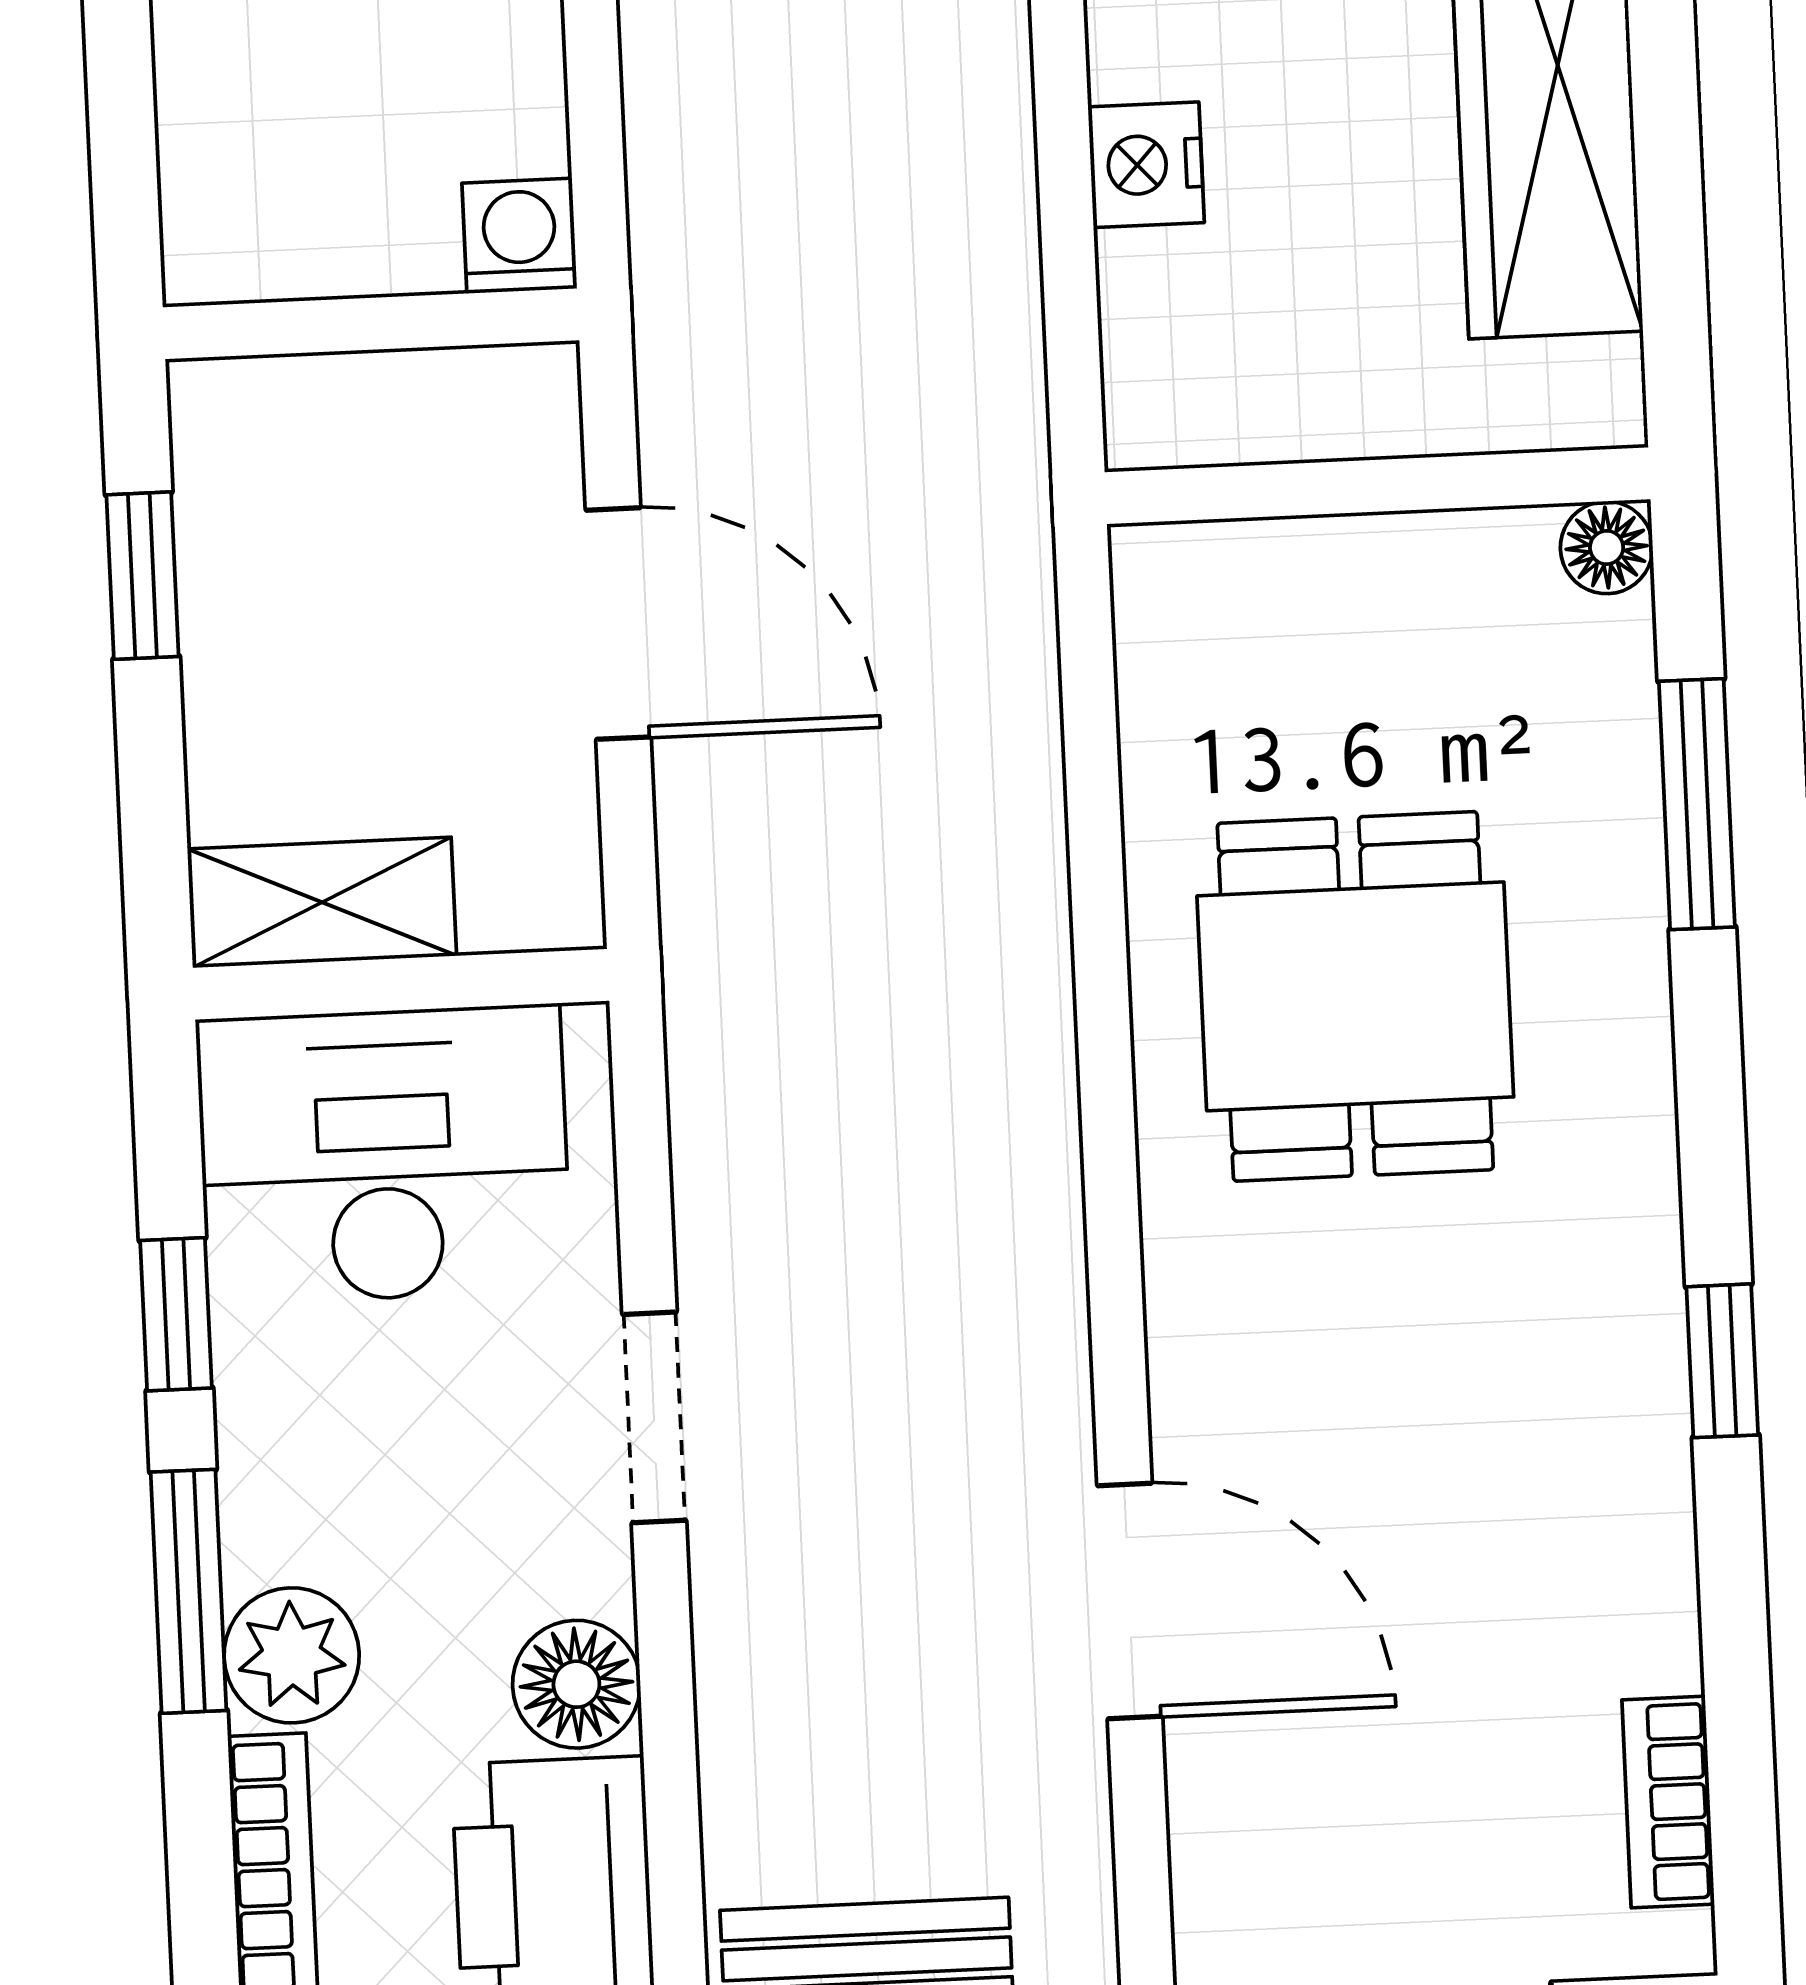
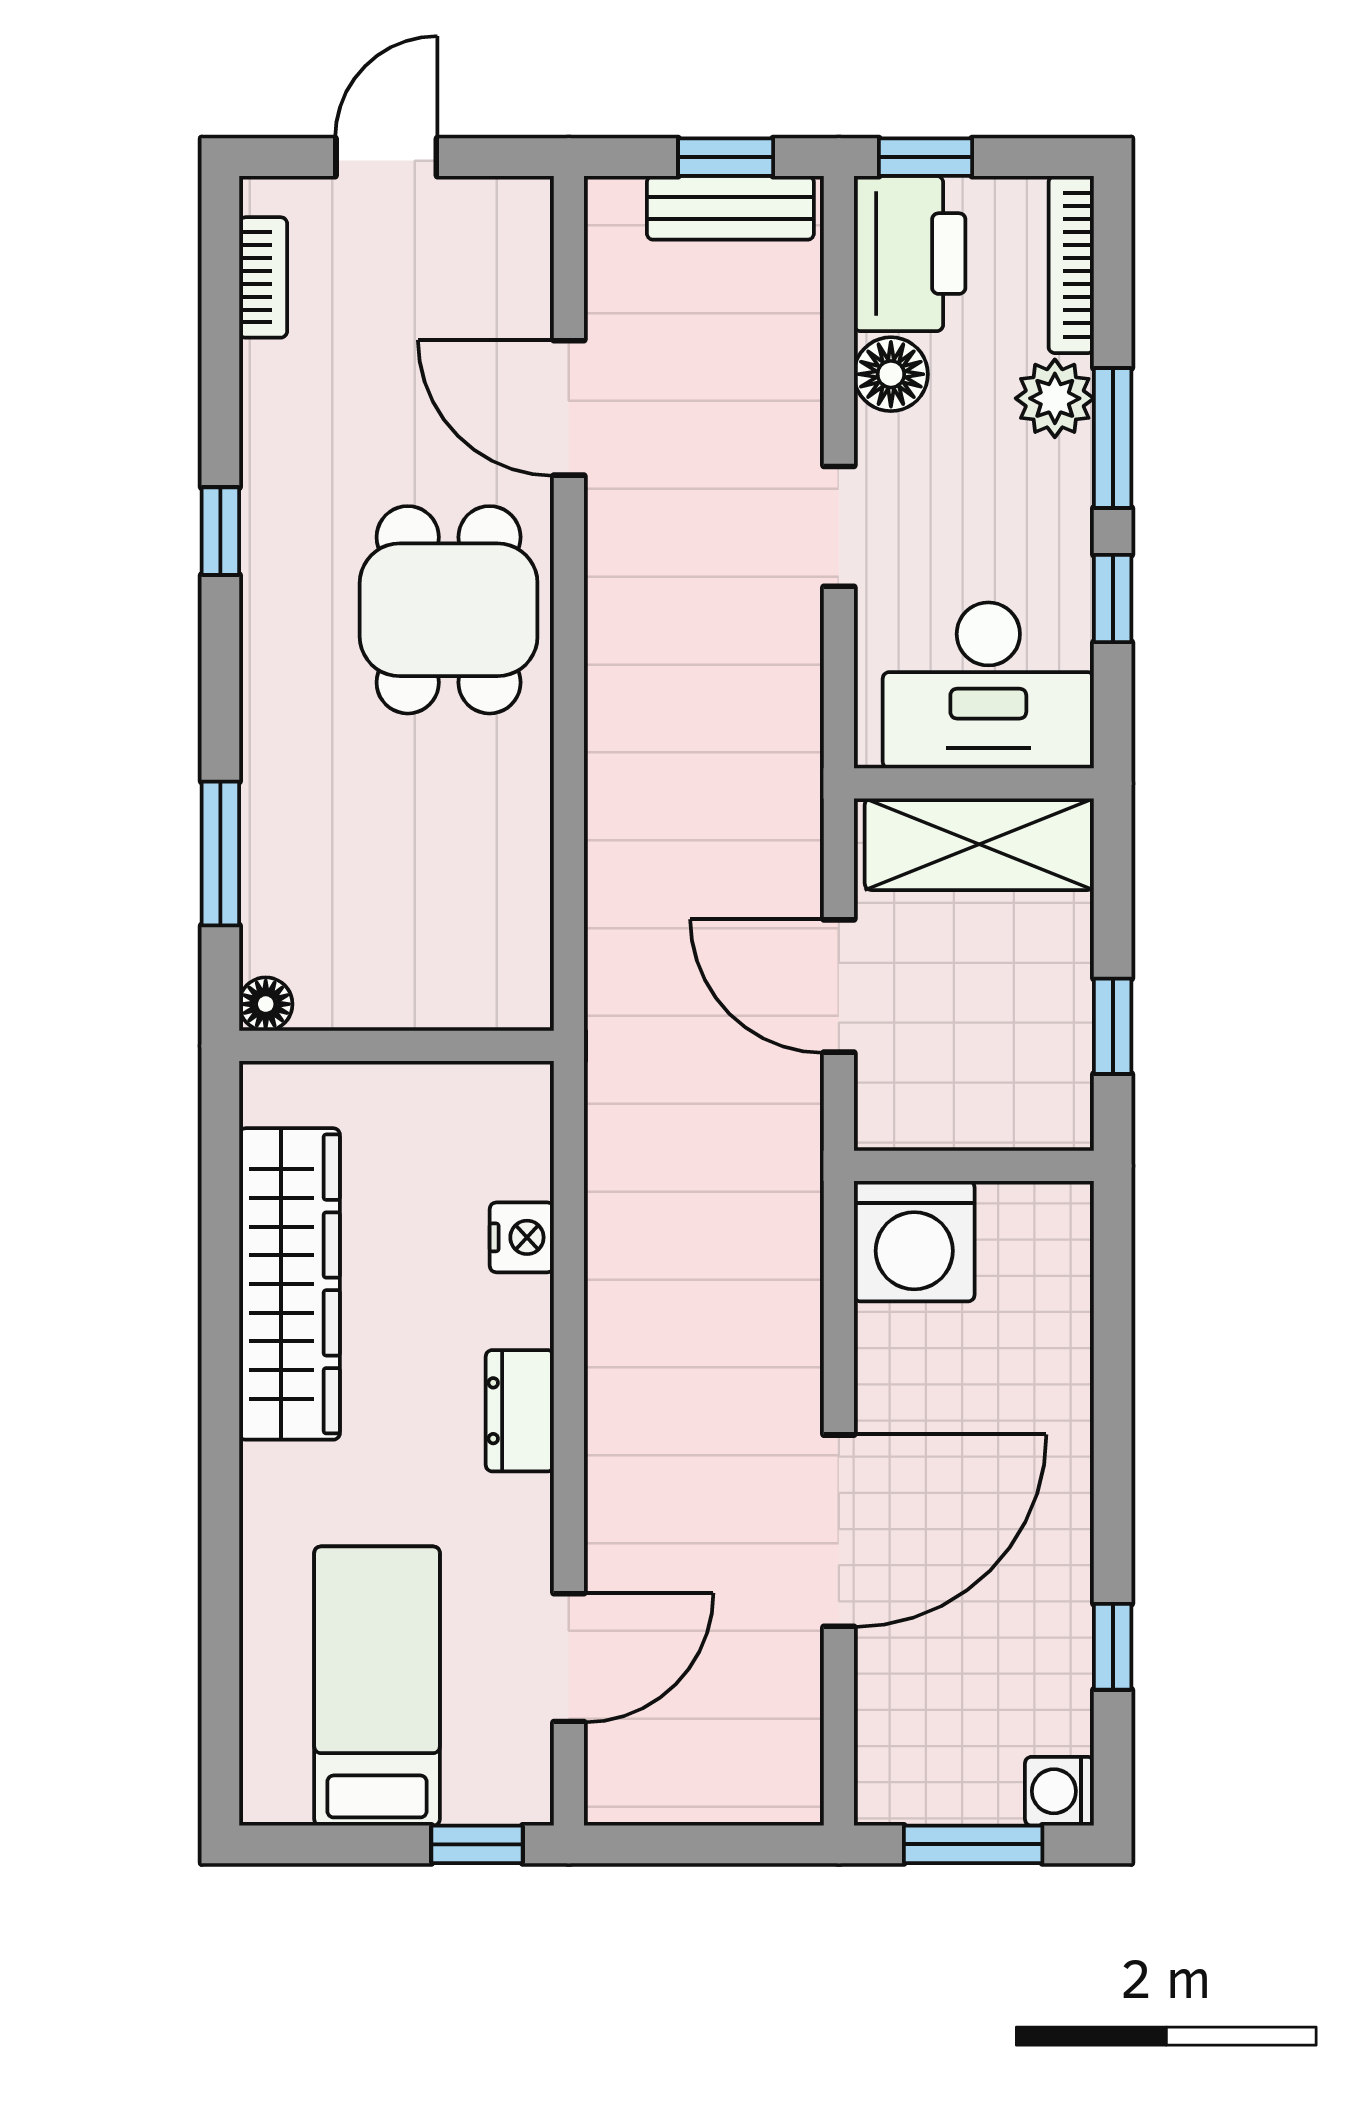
washing machine: (519, 236) -> (914, 1241), width x1.89, depth x1.89
shelving: (322, 902) -> (979, 844), width x1.50, depth x1.33
dining table: (1355, 996) -> (449, 610), moved

